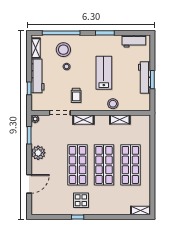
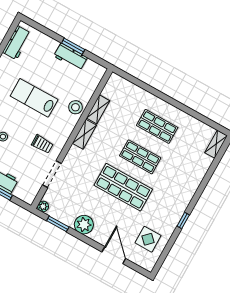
workbench: (144, 77) -> (71, 57), width x0.73
shelving: (83, 120) -> (84, 134), moved
shop shelf: (104, 165) -> (140, 157), width x0.70, depth x0.74
shop shelf: (130, 165) -> (157, 126), width x0.70, depth x0.74
display table: (81, 200) -> (148, 239), moved

